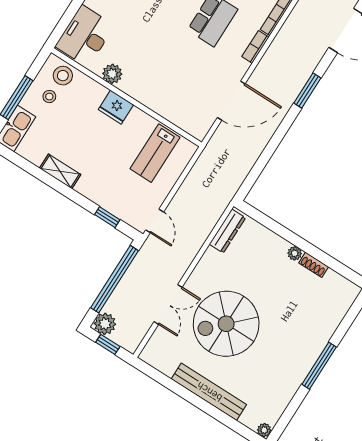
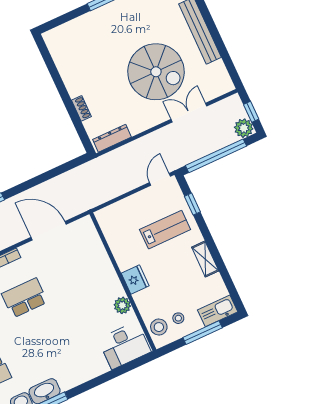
lab bench: (155, 153) -> (165, 230), moved
plant: (295, 253) -> (74, 91), removed
shoe rack: (314, 265) -> (81, 108), moved

